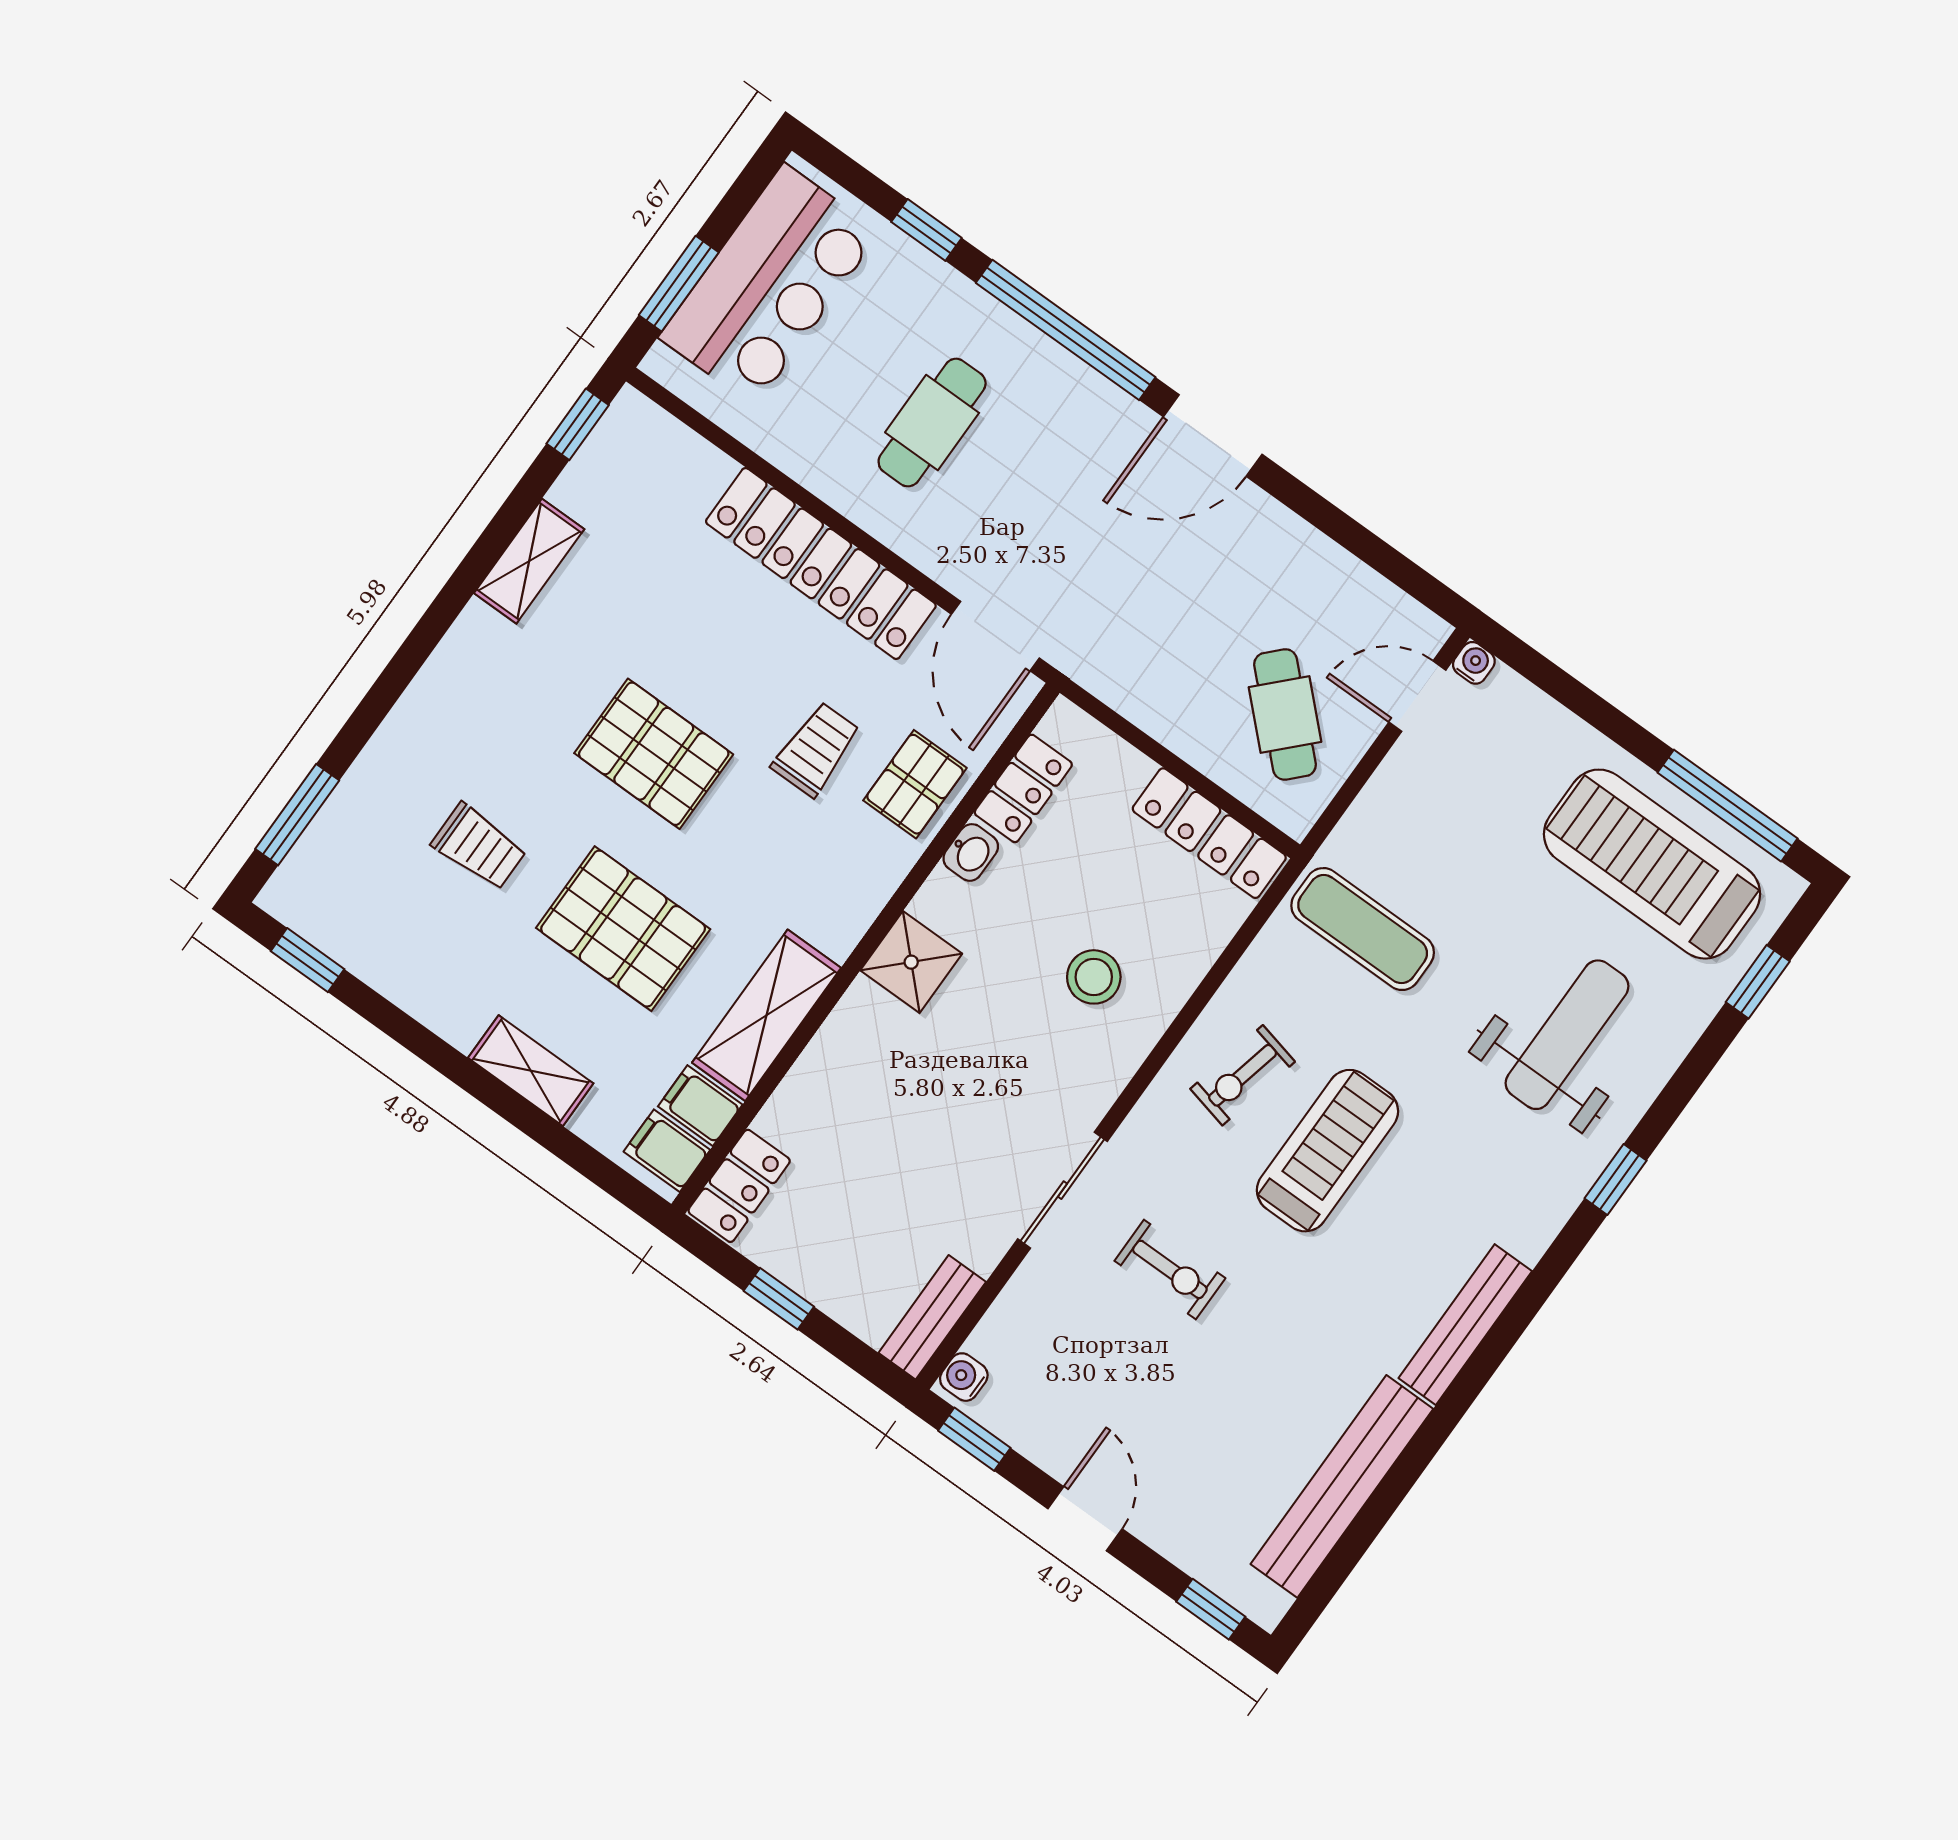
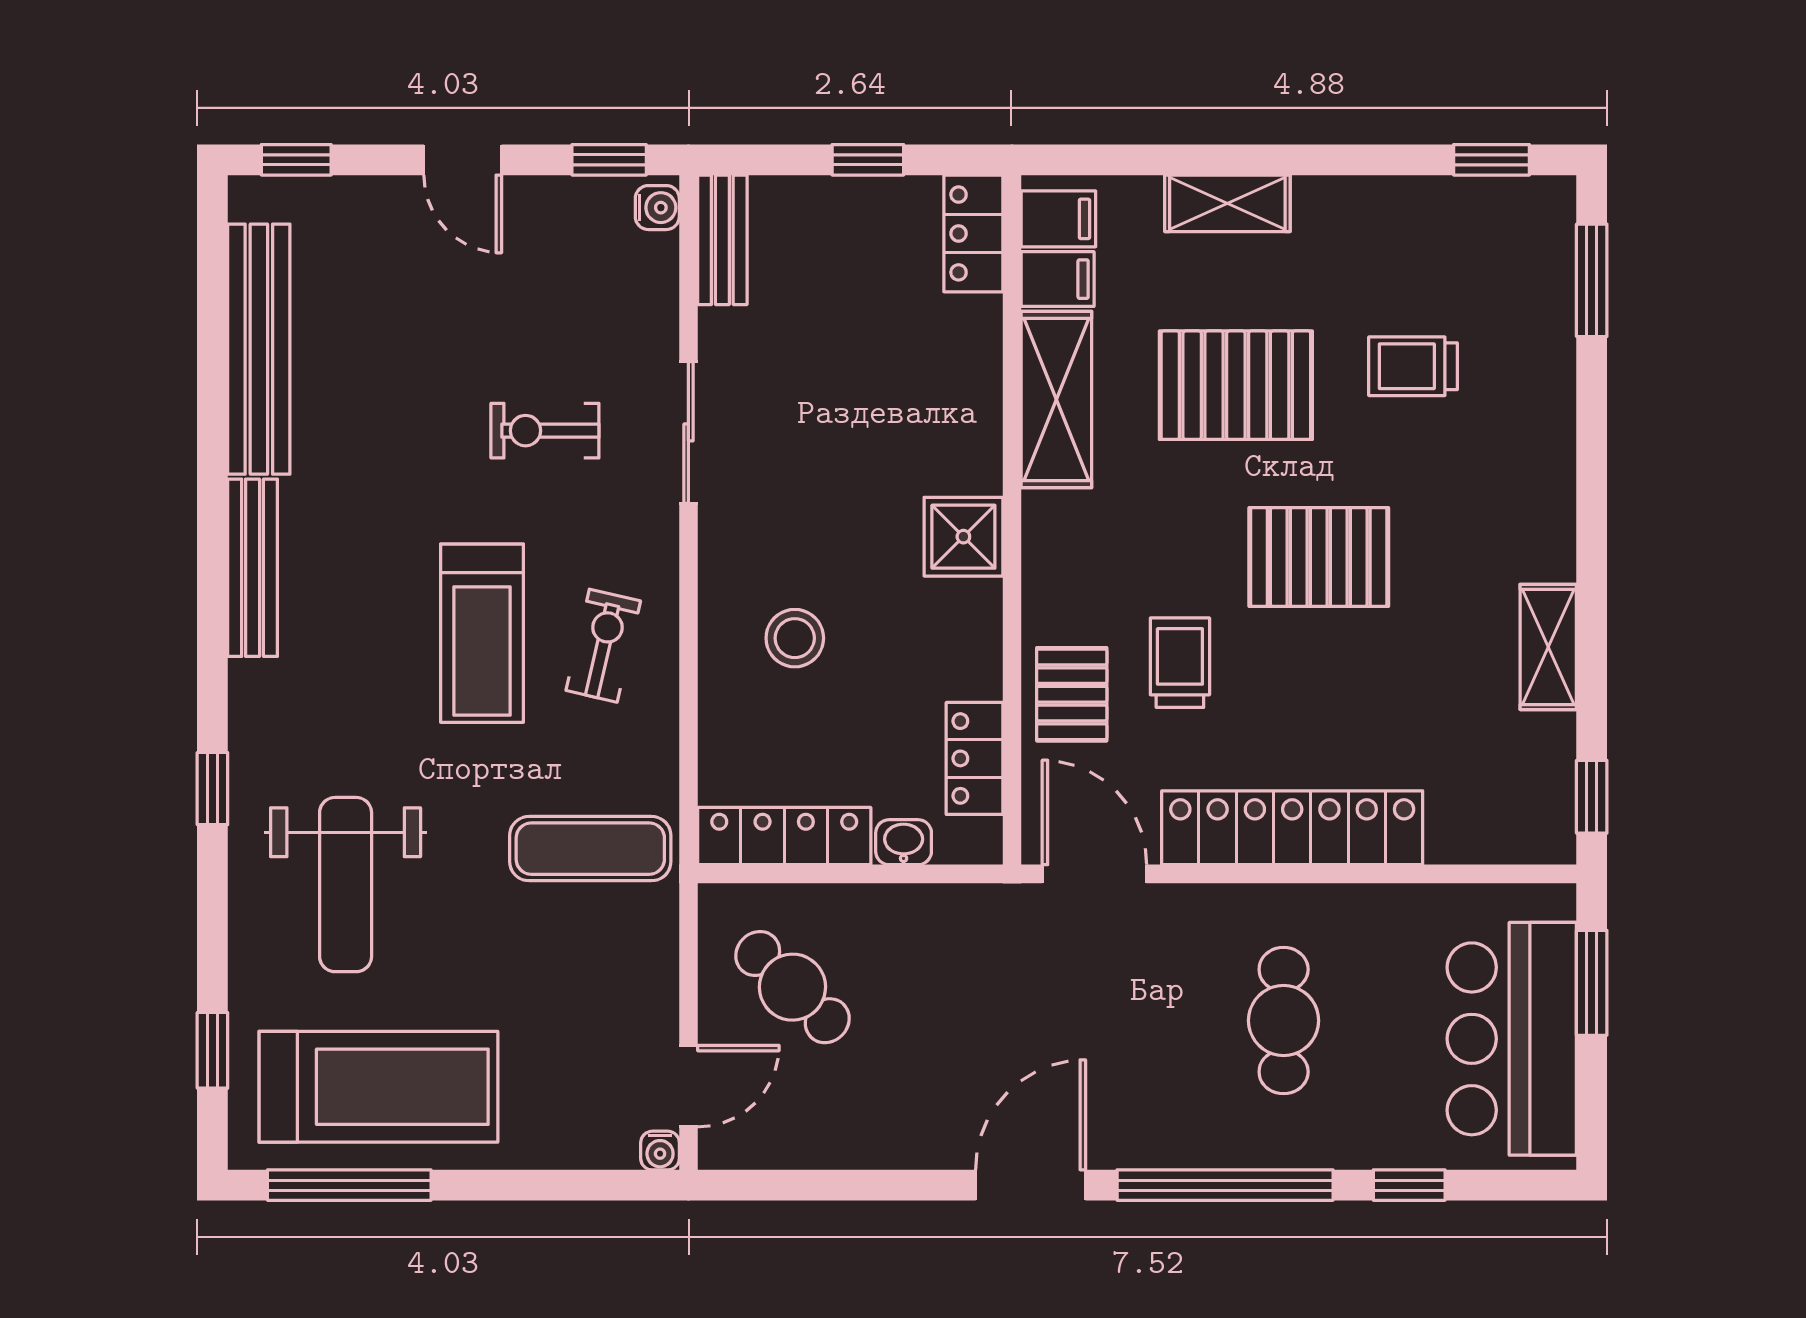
trolley: (816, 749) -> (1180, 663), turned 180
washbasin: (971, 852) -> (904, 842), moved, turned 90

